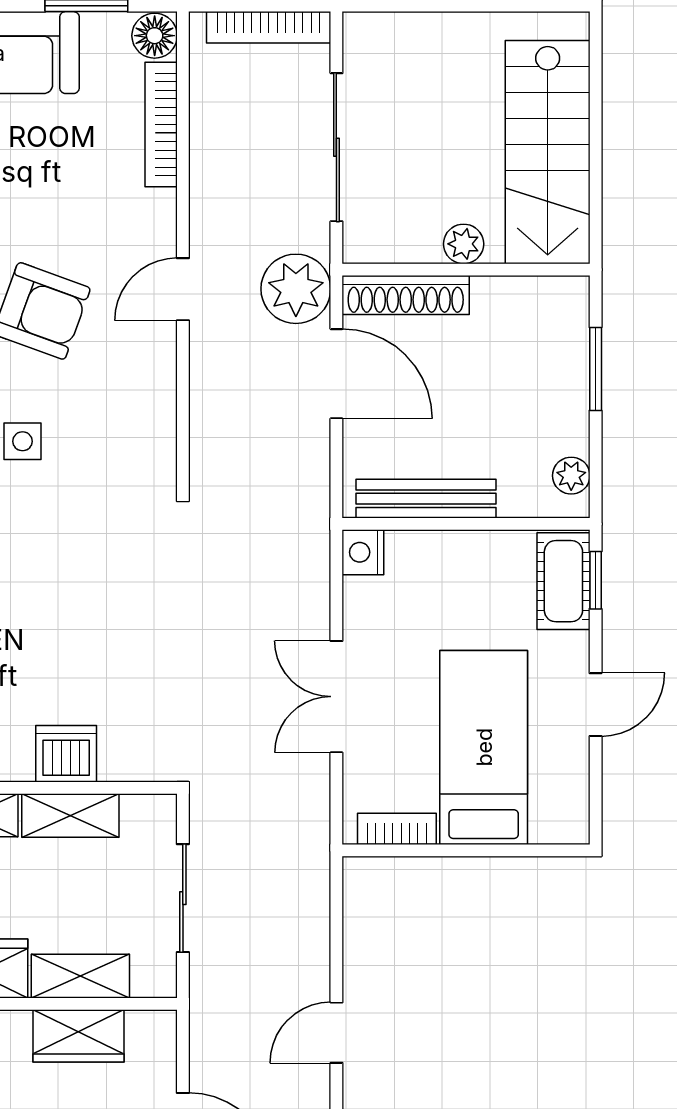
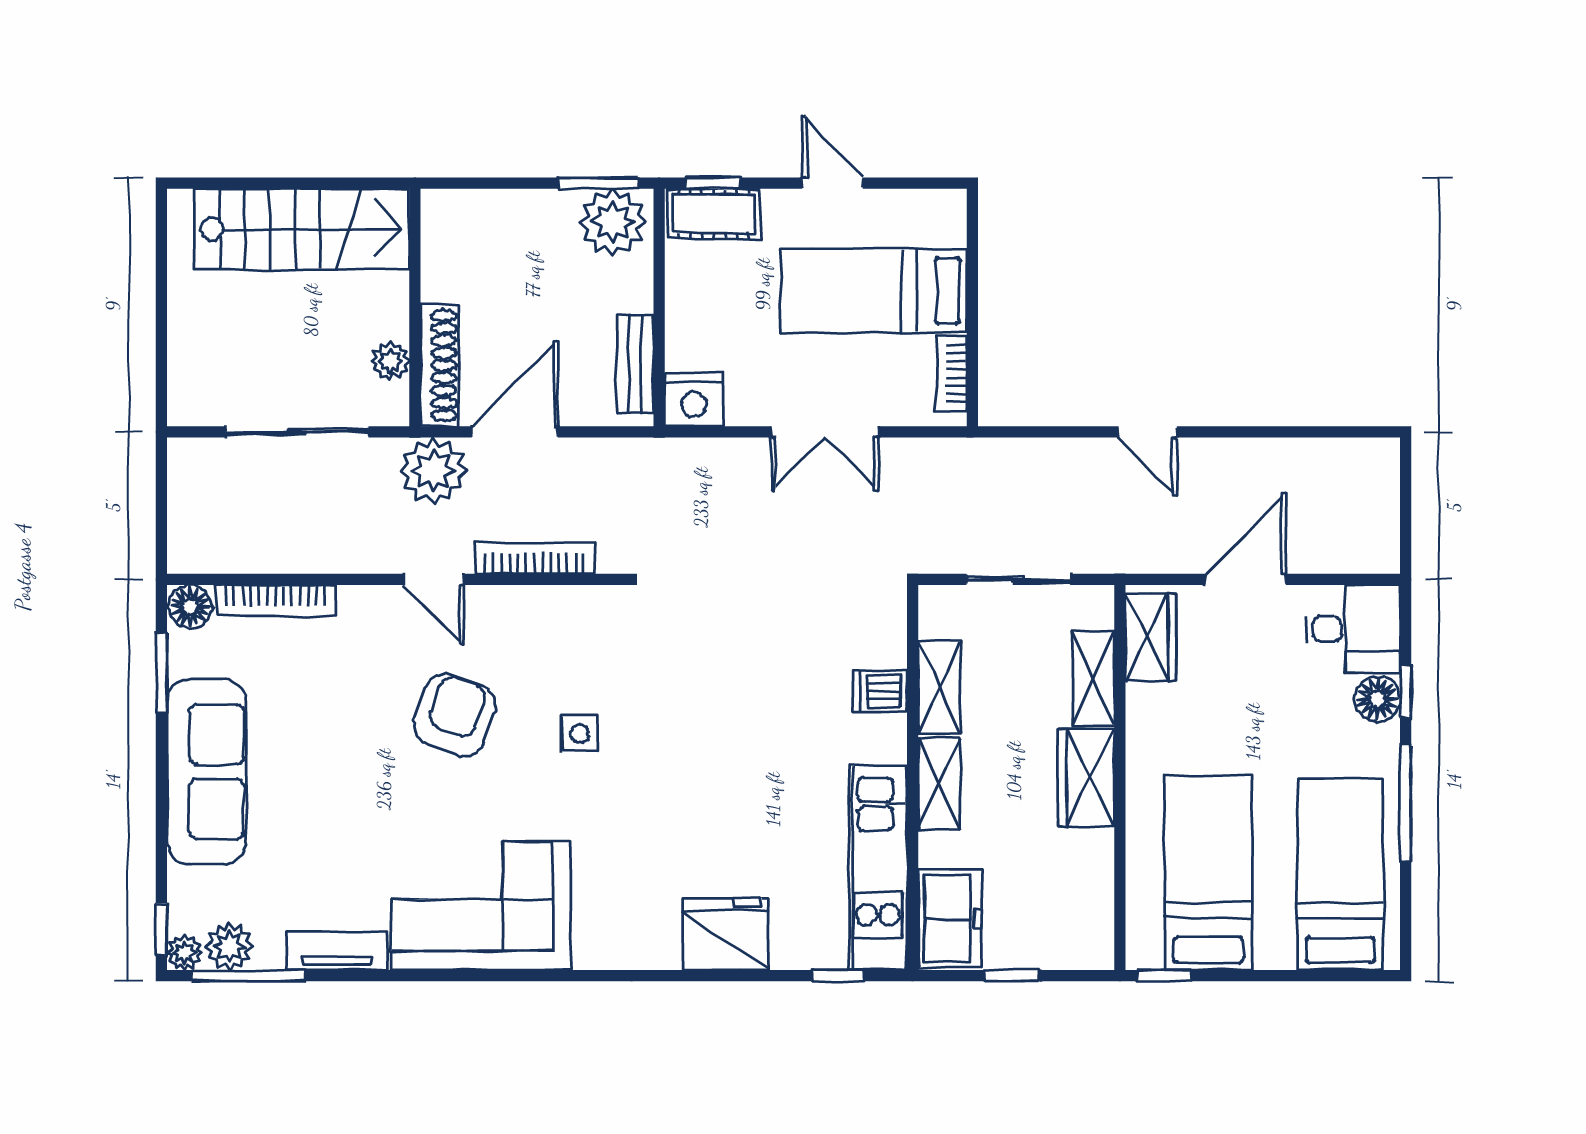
bookcase: (269, 27) -> (534, 559), moved, turned -90
plant: (464, 244) -> (390, 361), moved
window: (596, 369) -> (598, 183), moved
plant: (571, 476) -> (613, 222), width x1.88, depth x1.88
bench: (426, 499) -> (635, 364), width x0.73
nightstand: (363, 552) -> (694, 400), width x1.36, depth x1.33
dishwasher: (66, 754) -> (880, 691), width x0.73
wardrobe: (78, 1036) -> (1151, 637), moved

